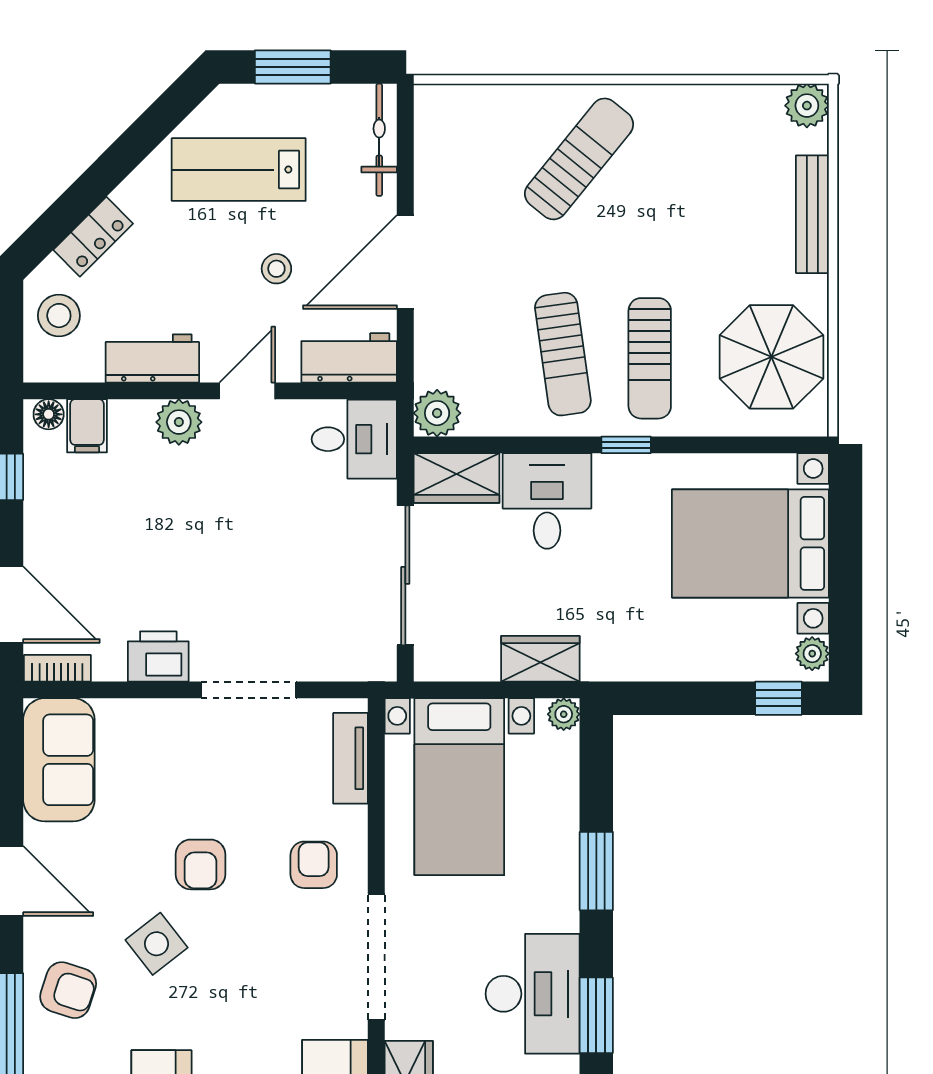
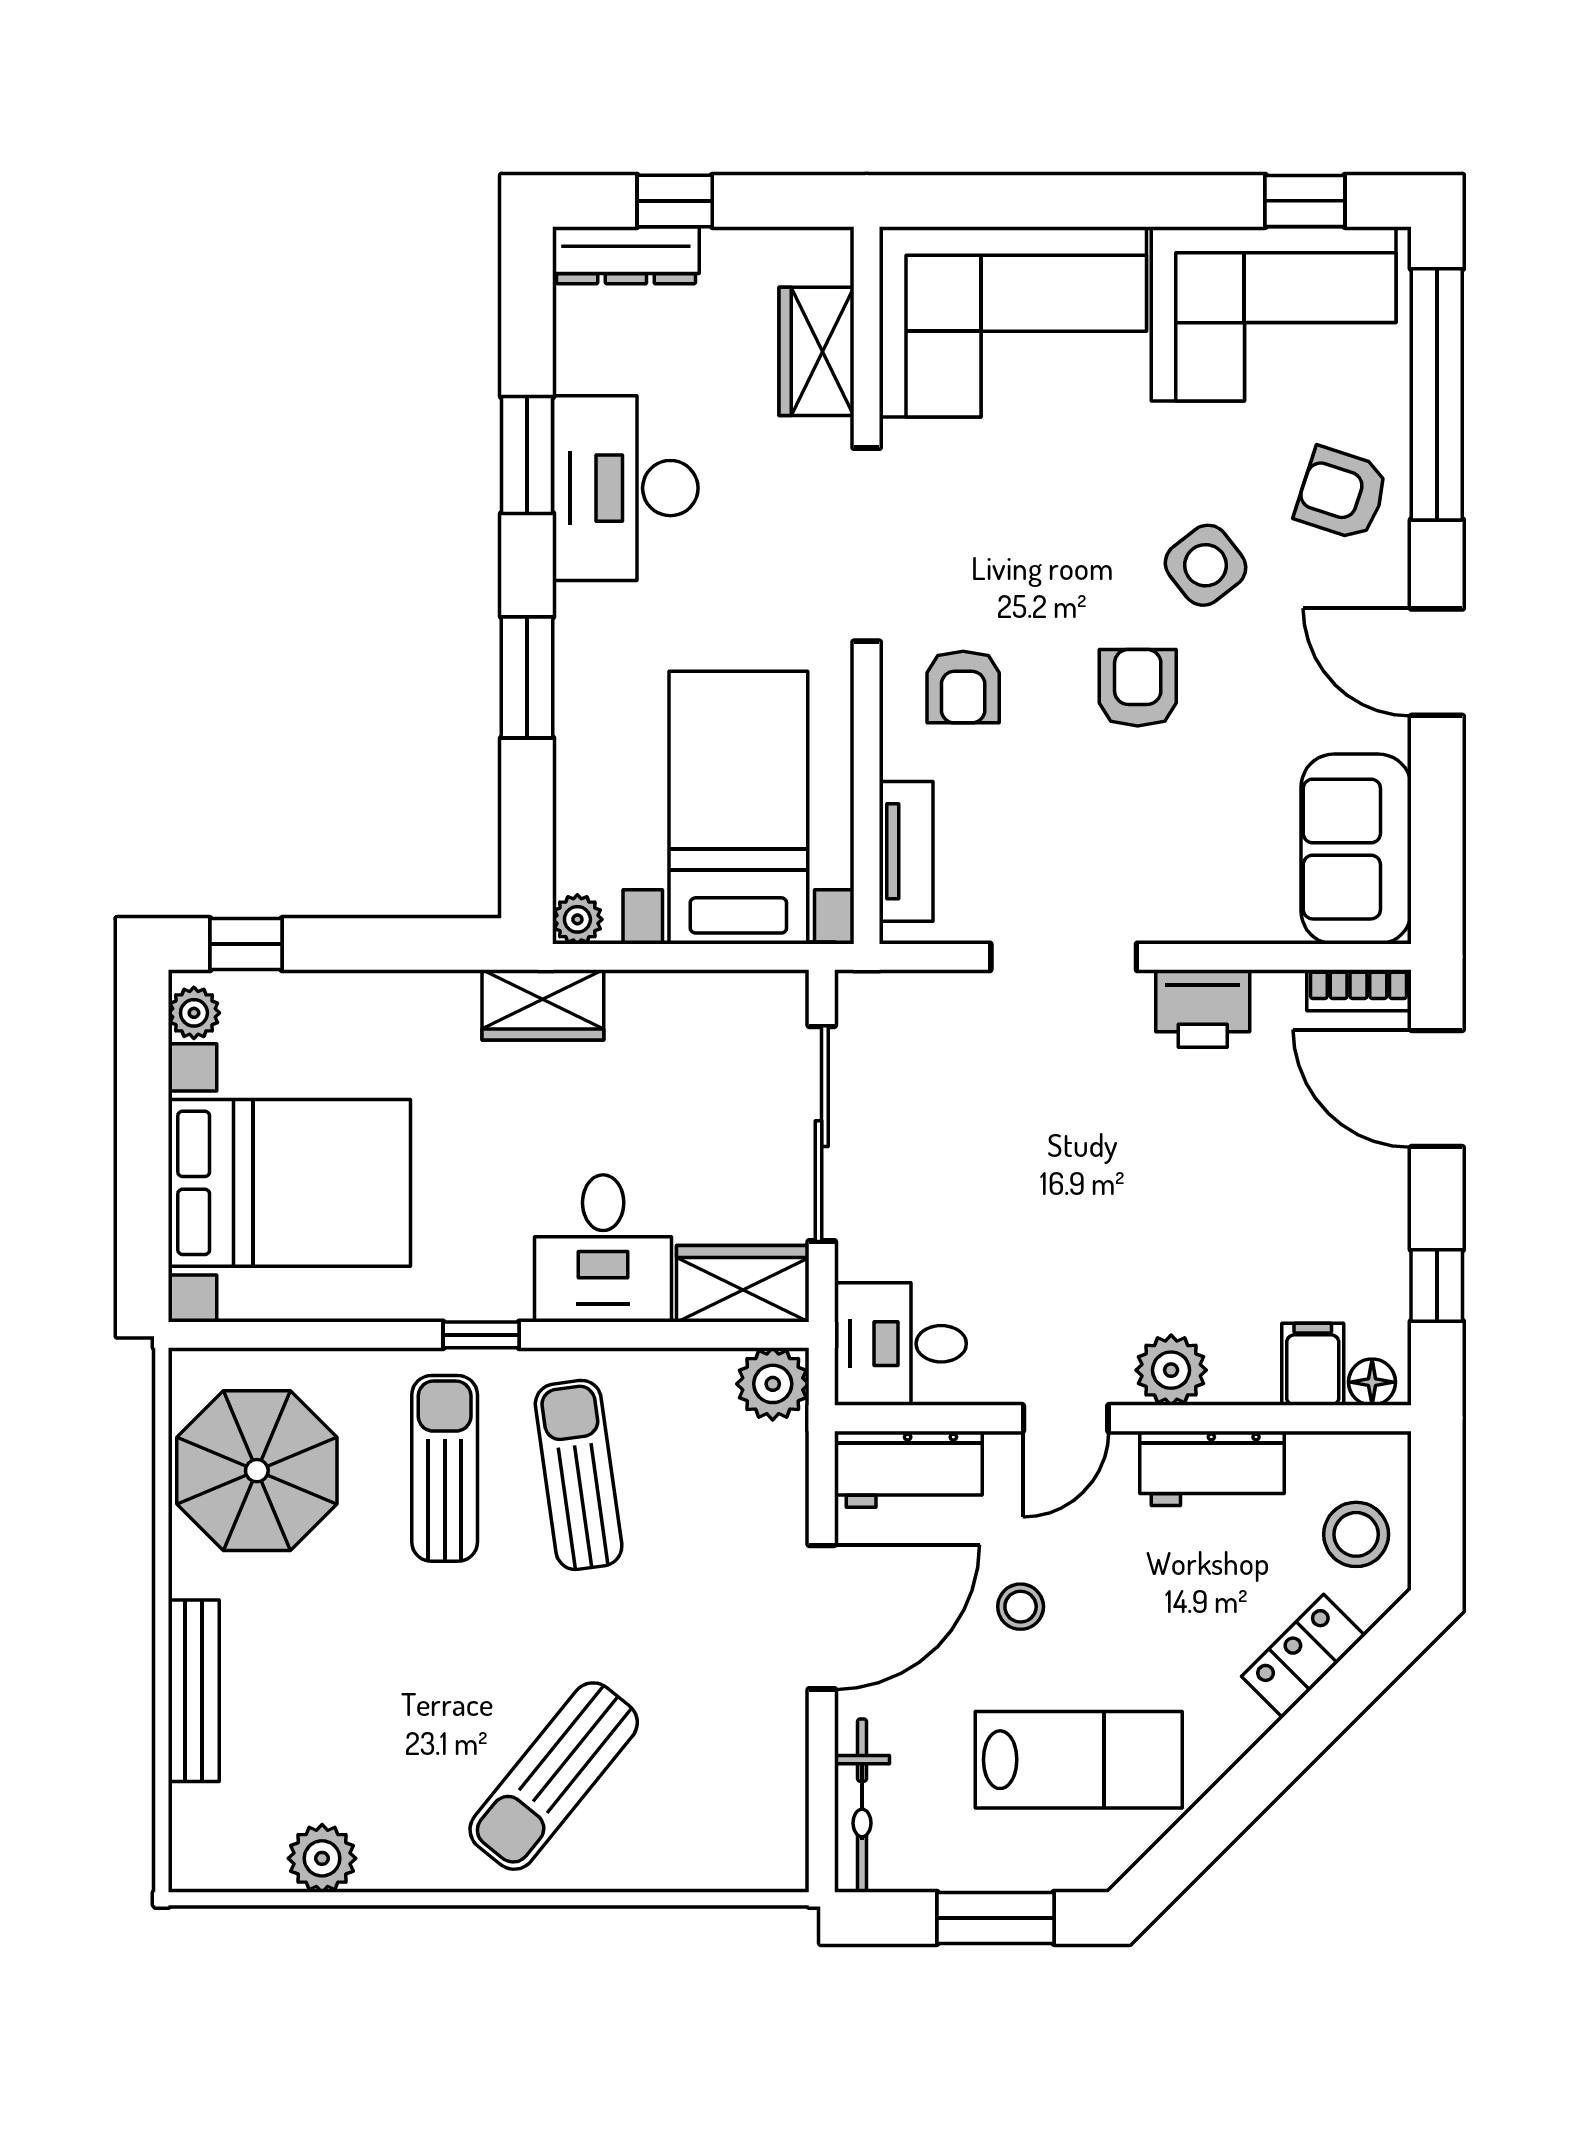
plant: (807, 106) -> (322, 1858), moved
wardrobe: (540, 659) -> (543, 1005), moved

